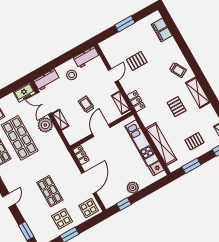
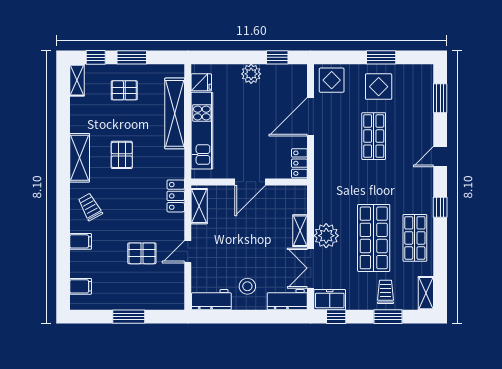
filing cabinet: (164, 35) -> (81, 241), moved
window: (16, 85) -> (336, 317), added
double door: (44, 103) -> (311, 268), swing flipped
trolley: (86, 104) -> (250, 232), removed
window: (191, 166) -> (132, 57), moved

